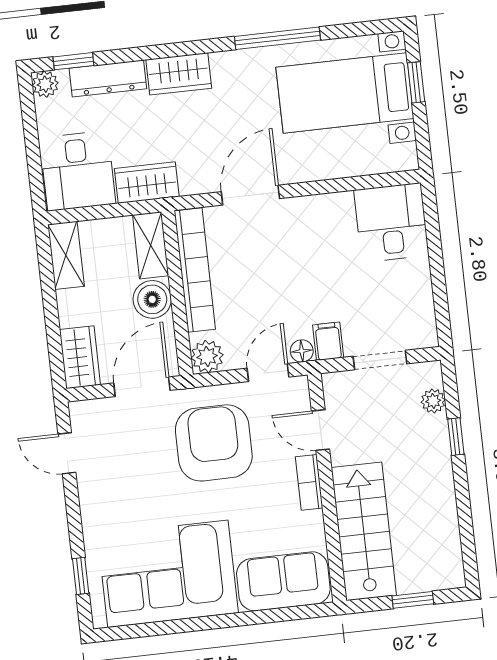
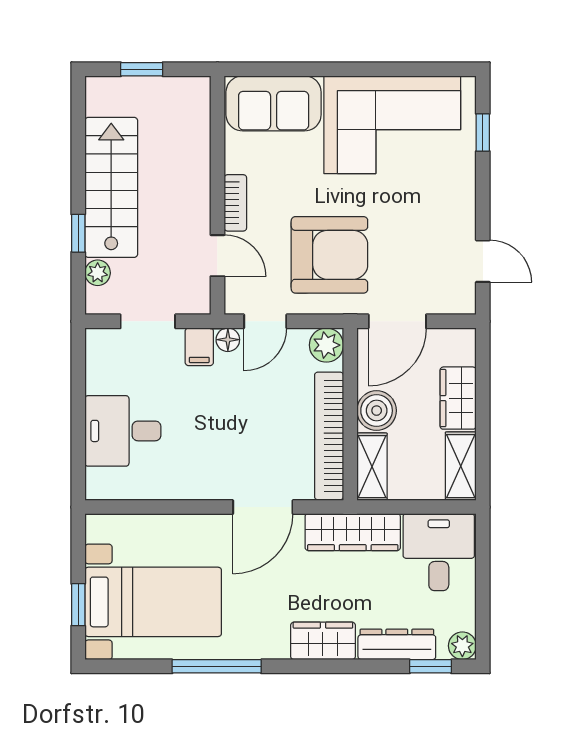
wardrobe: (147, 183) -> (353, 532), width x1.50
desk: (391, 223) -> (123, 431), moved, turned 90
wardrobe: (80, 357) -> (458, 398), moved
armchair: (214, 443) -> (329, 255), turned -90
stairs: (364, 531) -> (111, 187), moved, turned 180

